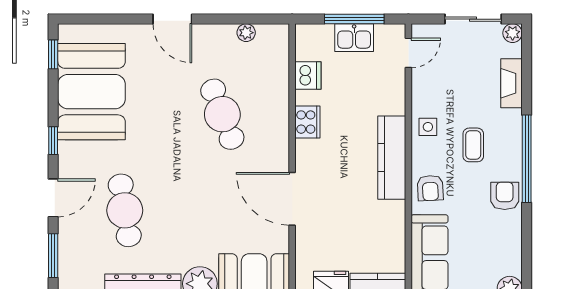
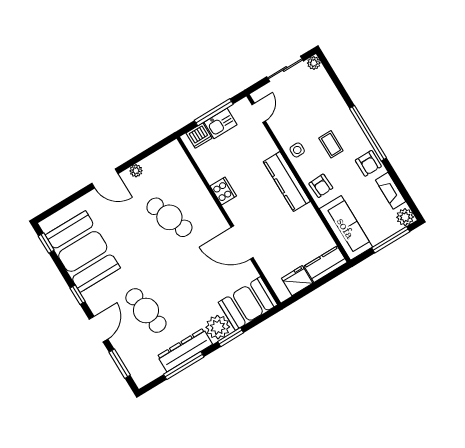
plant: (246, 33) -> (136, 171), moved
dishwasher: (308, 76) -> (199, 136), moved, turned 90
fireplace: (512, 83) -> (391, 191), moved
armchair: (505, 196) -> (368, 163), turned 180

